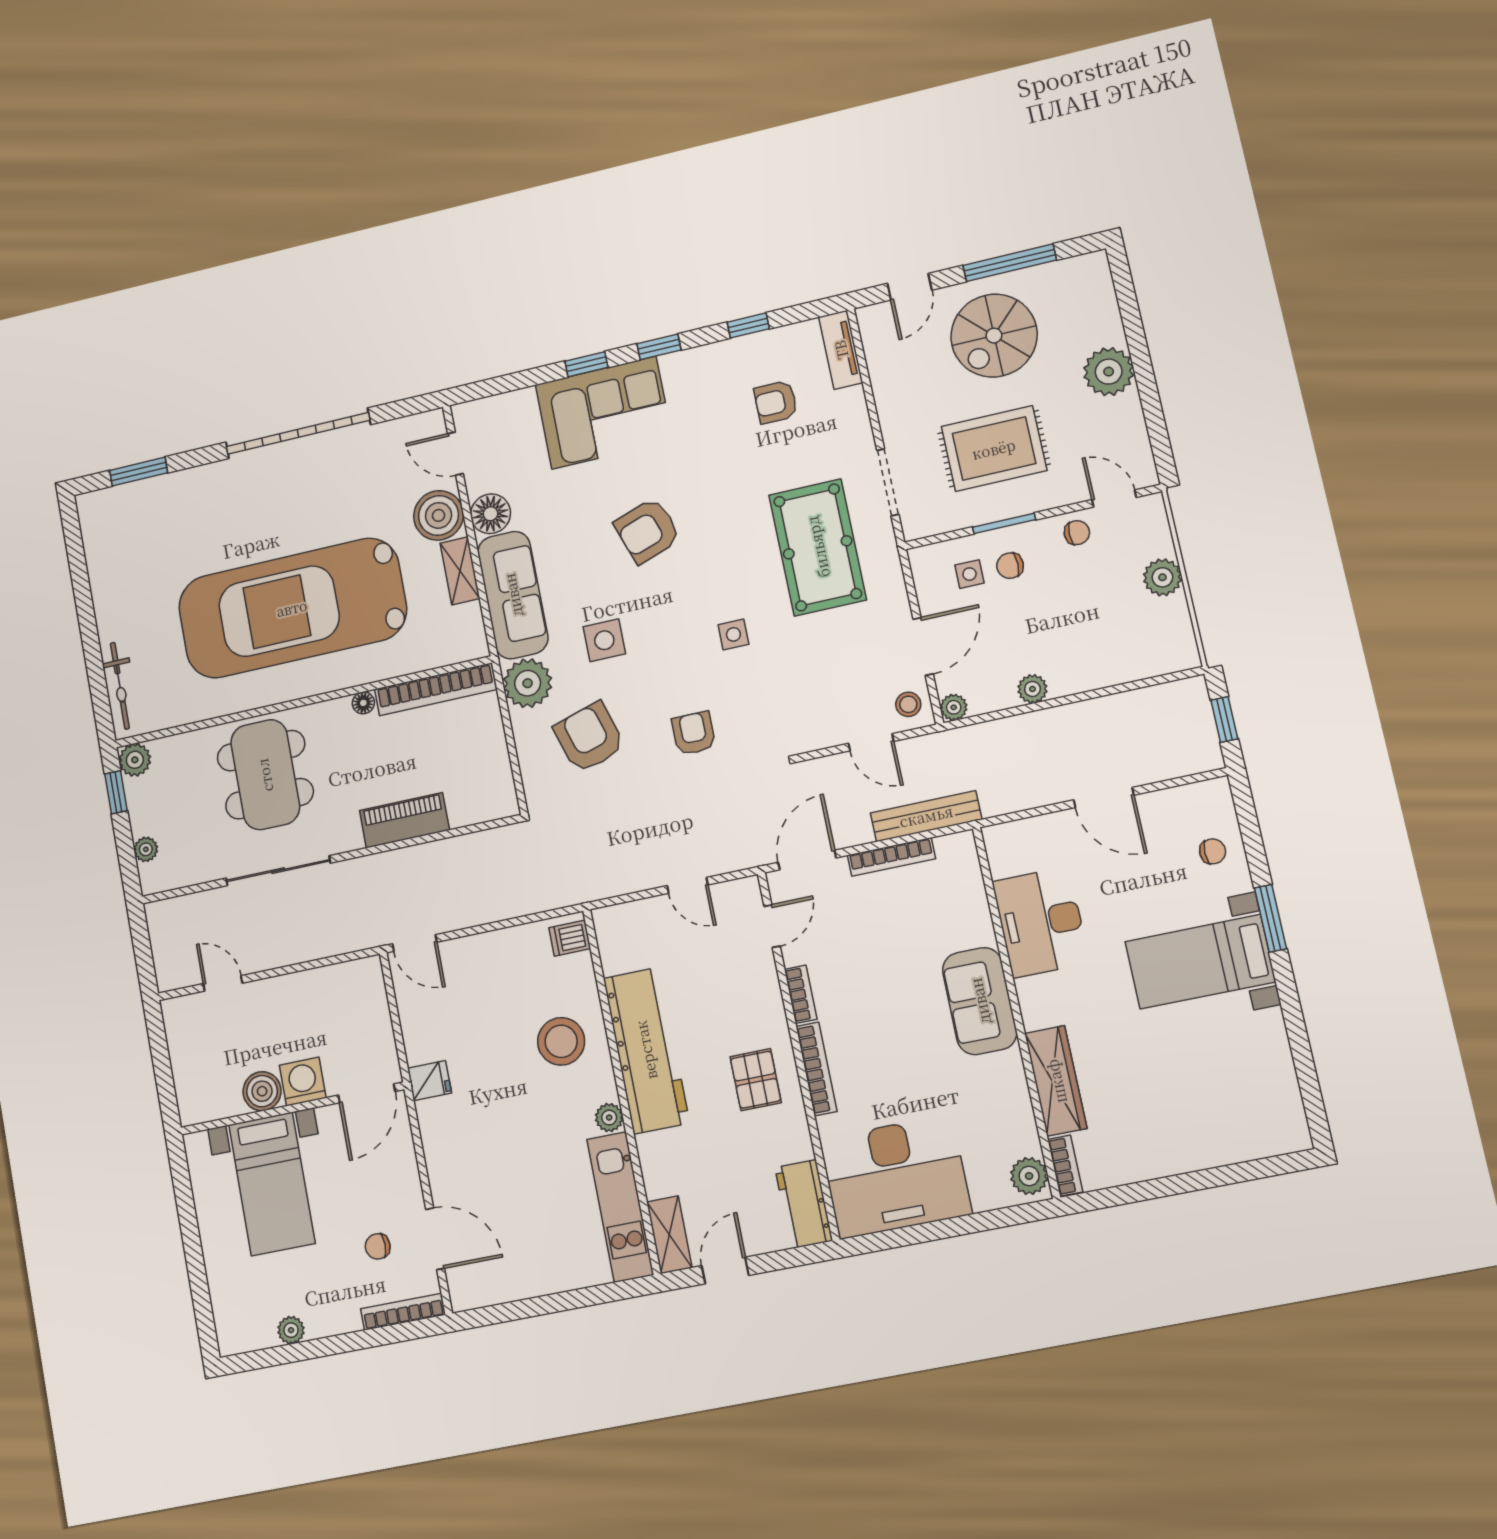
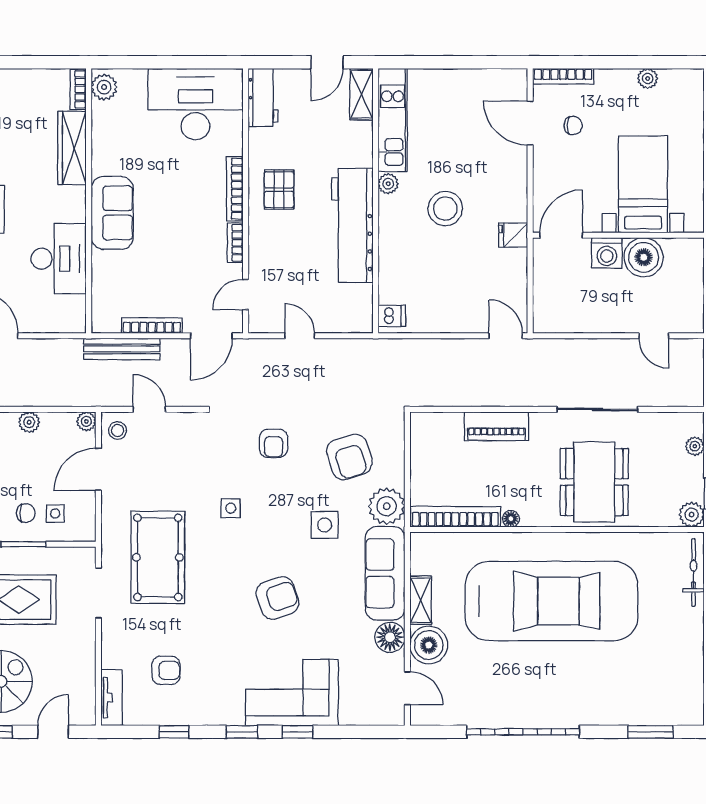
stool: (561, 1041) -> (445, 209), moved
boiler: (262, 1091) -> (644, 257), width x1.37, depth x1.37

